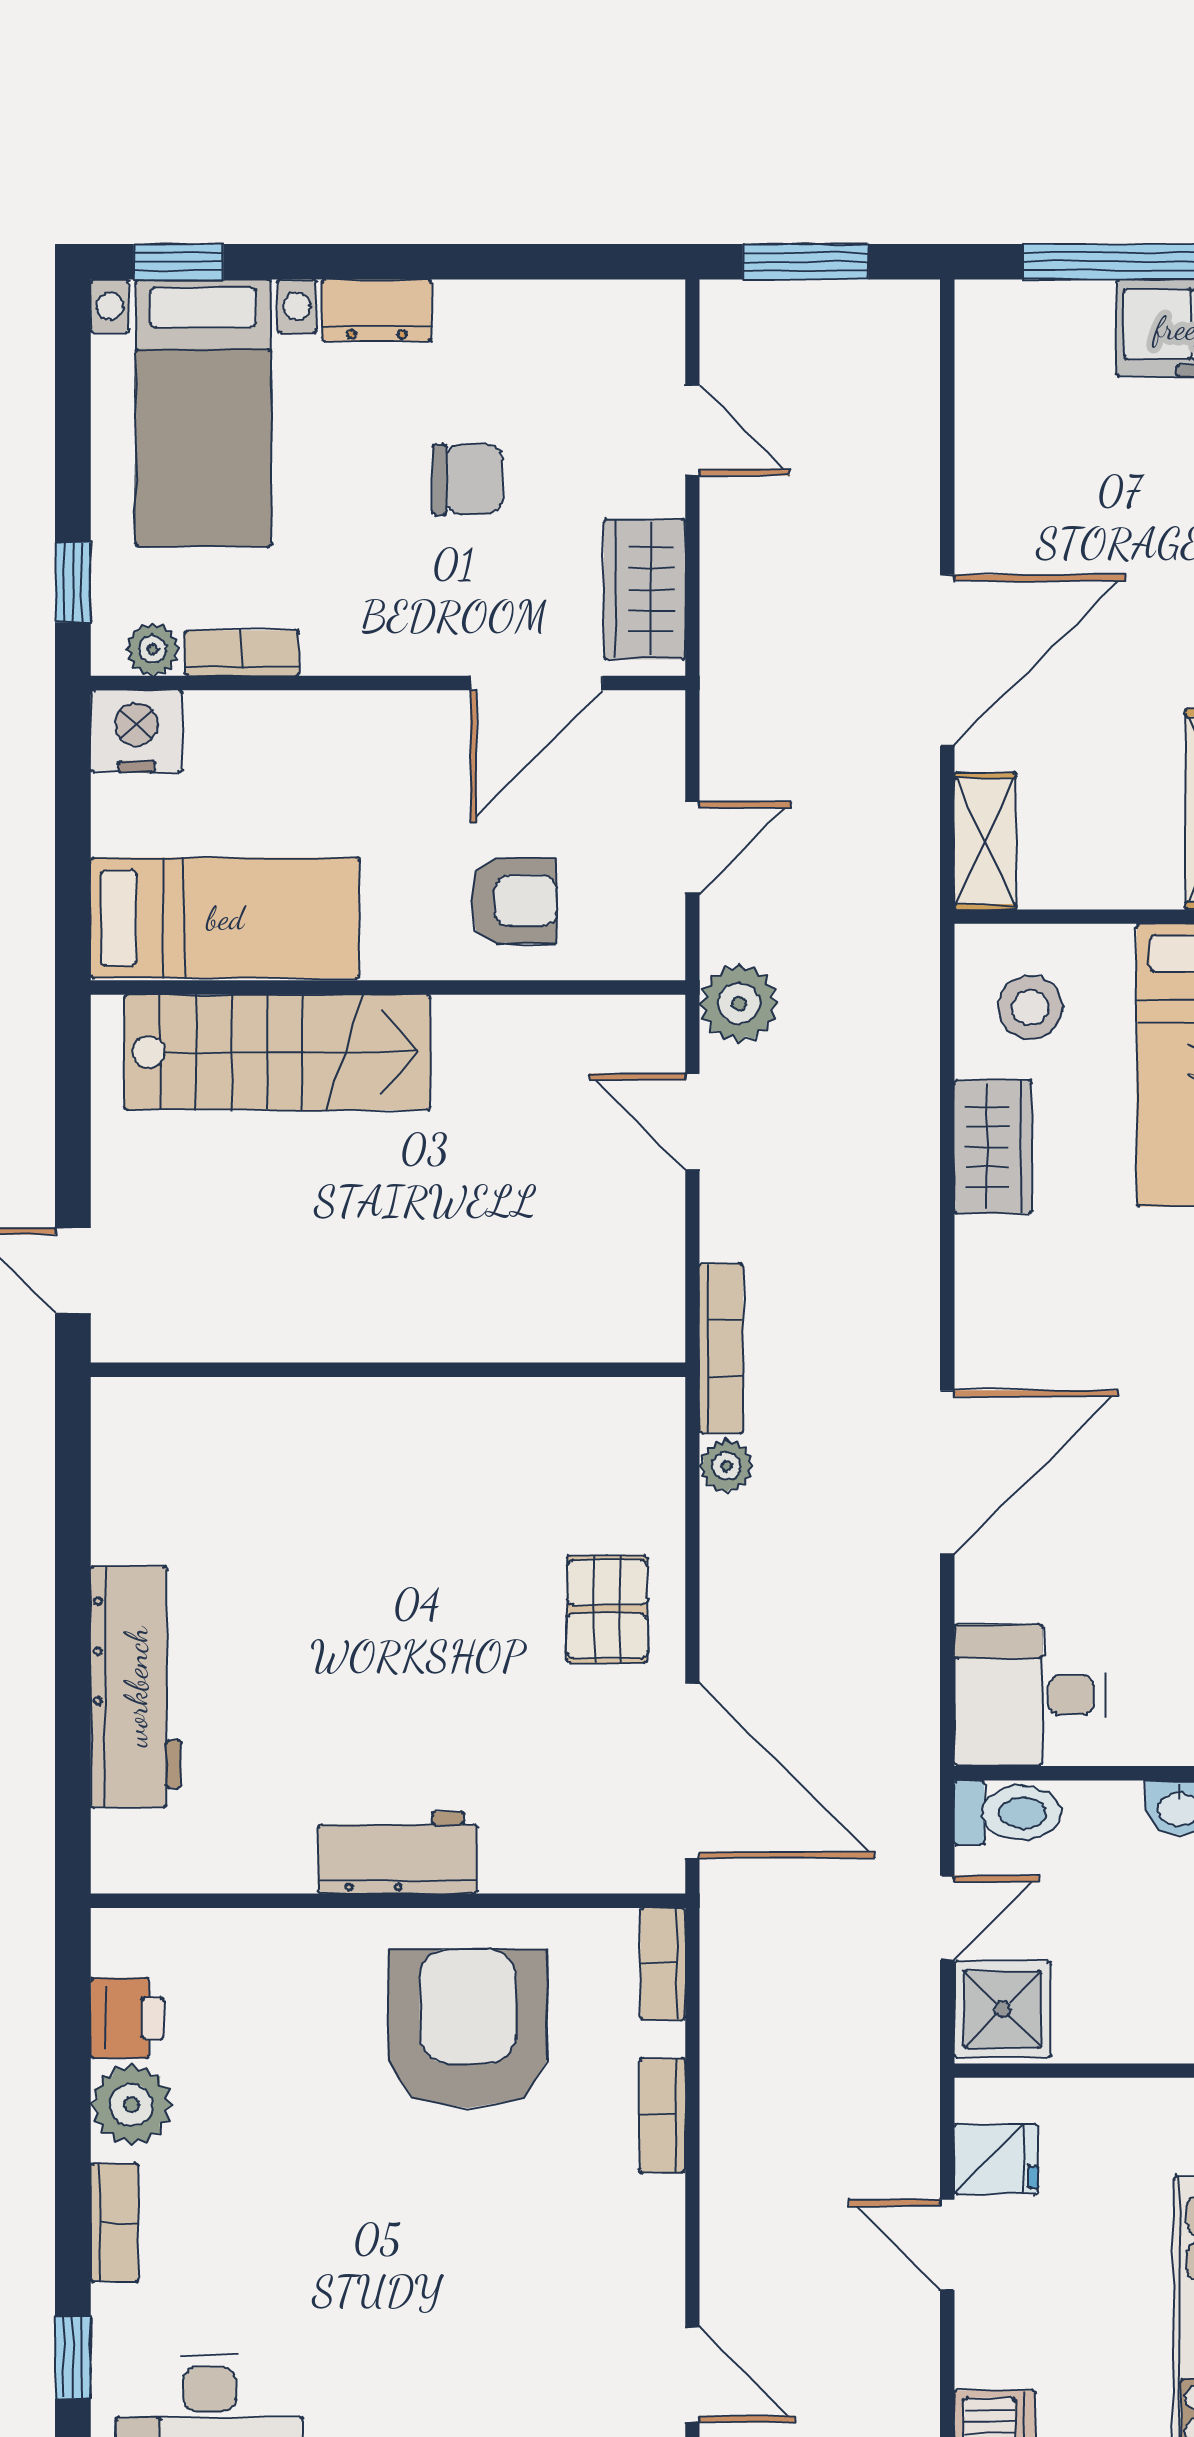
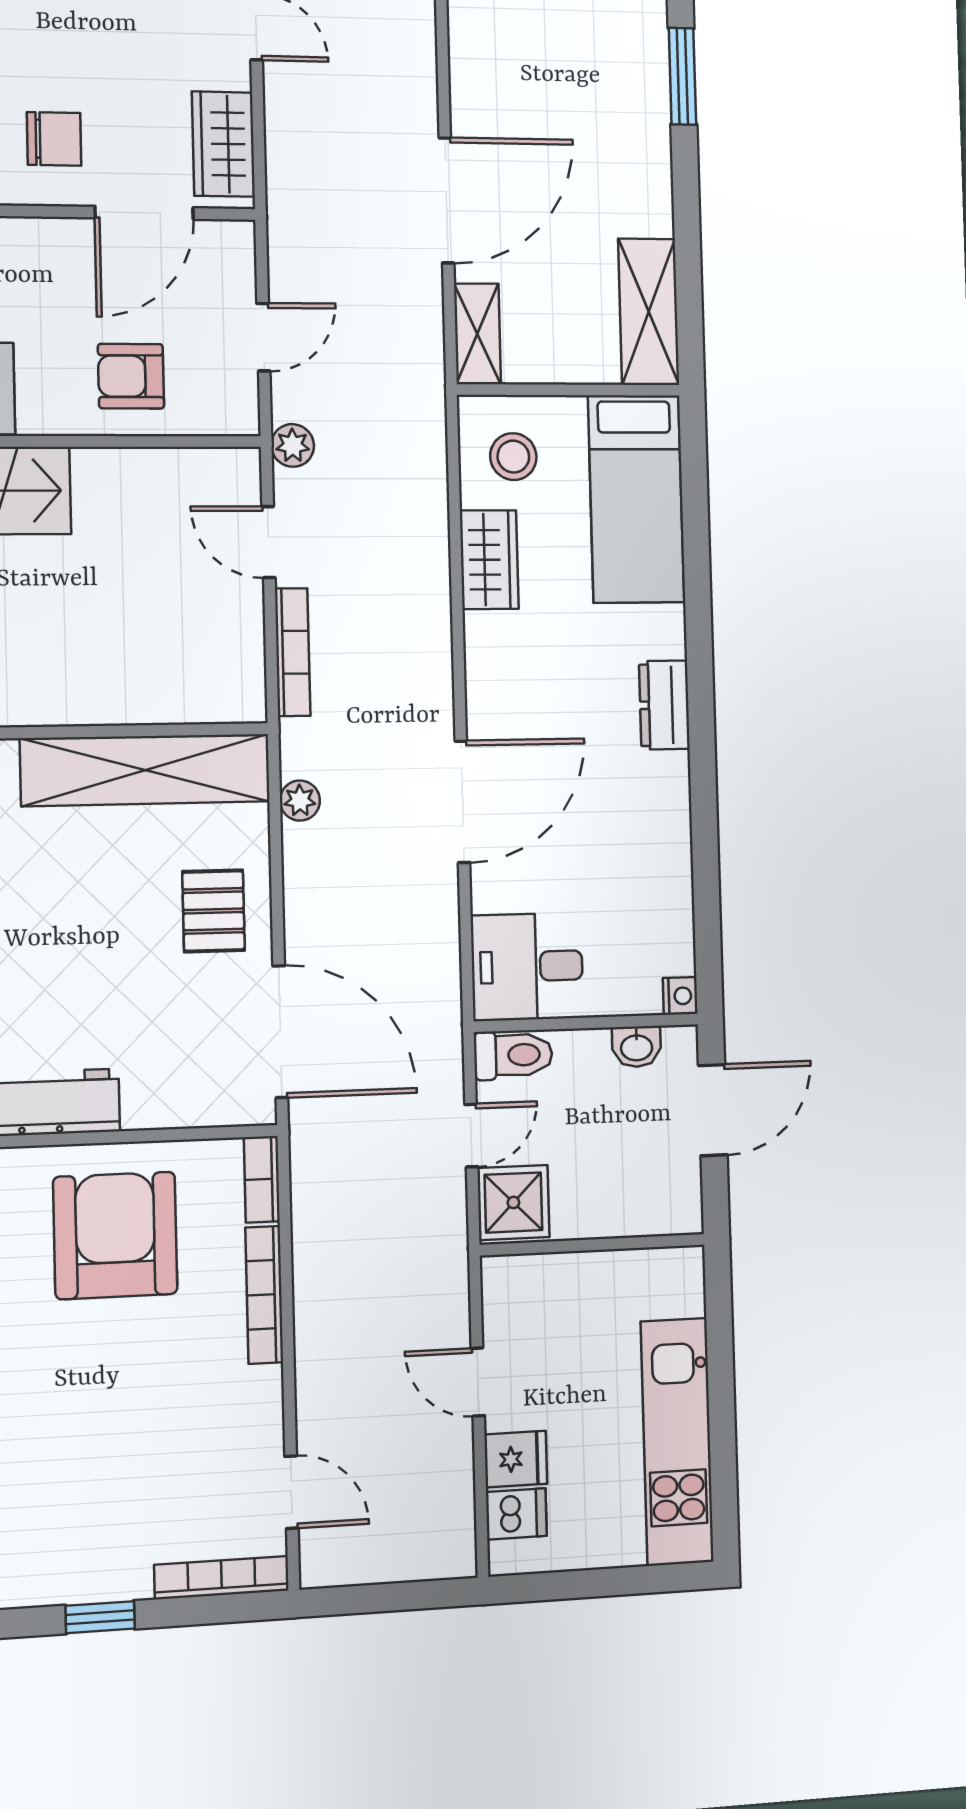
chair: (467, 479) -> (54, 139), moved
armchair: (514, 901) -> (131, 376), turned 180
plant: (739, 1003) -> (293, 445), width x0.73, depth x0.73
bookcase: (721, 1348) -> (293, 652), moved
shelving: (521, 1422) -> (145, 770), added
bookcase: (662, 2115) -> (264, 1295), width x1.56
fridge: (996, 2159) -> (516, 1459), moved

